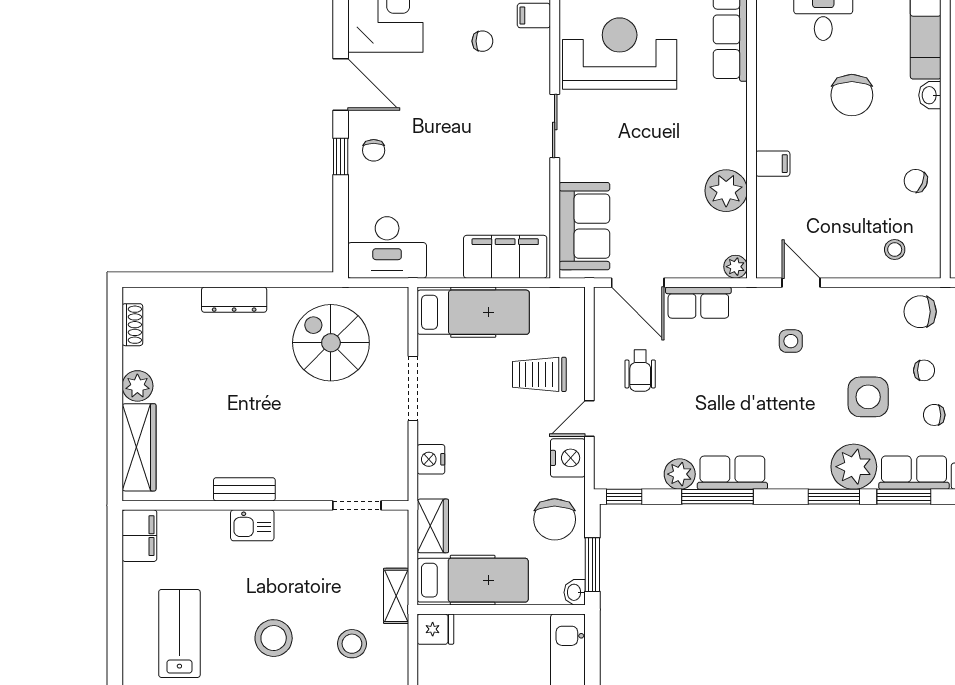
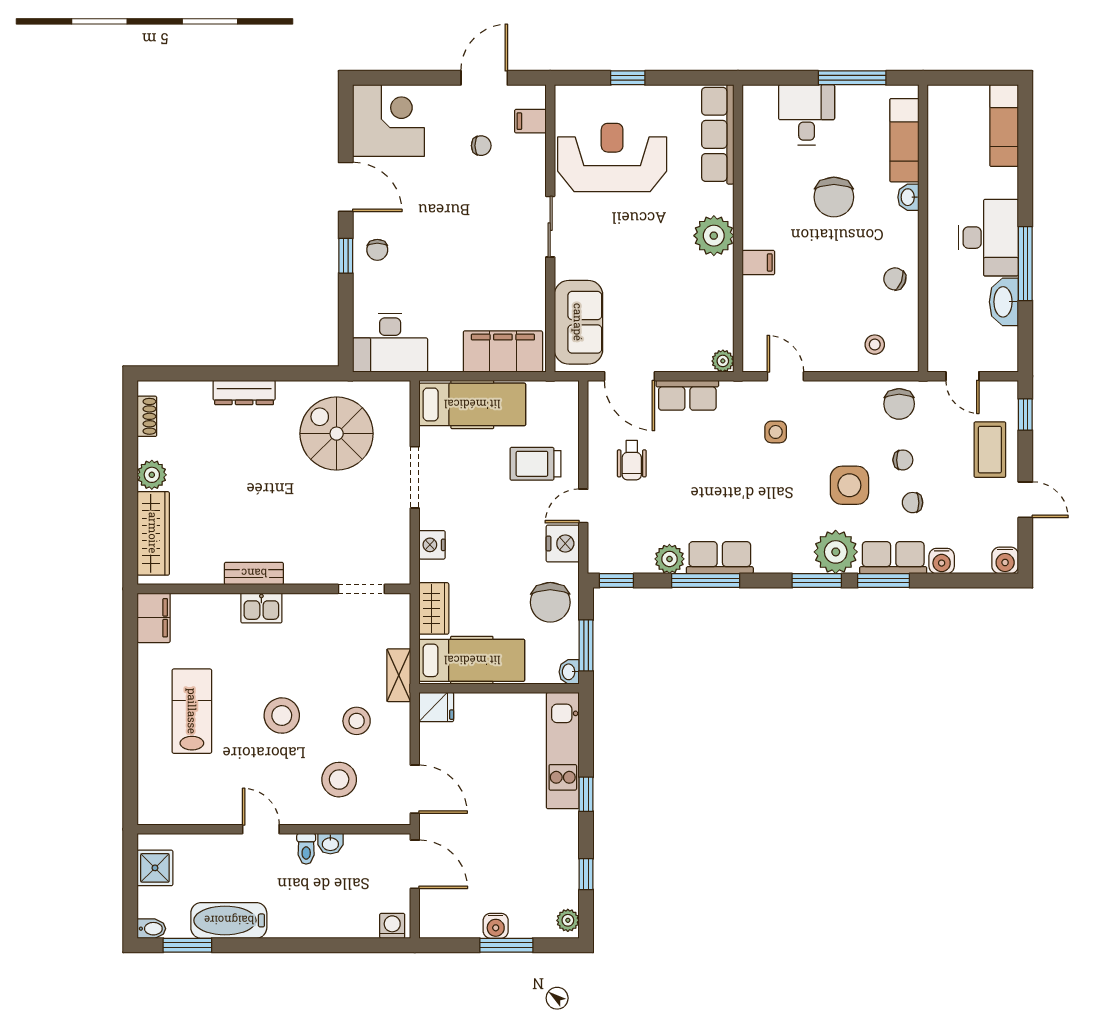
plant: (726, 191) -> (714, 236), moved
chair: (920, 312) -> (899, 404), turned -90

